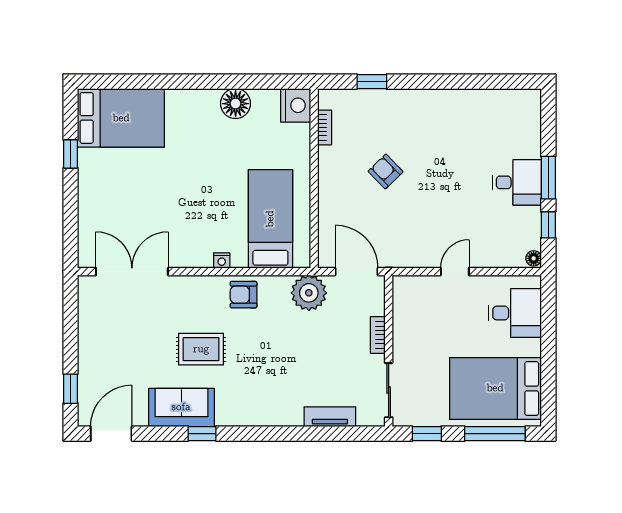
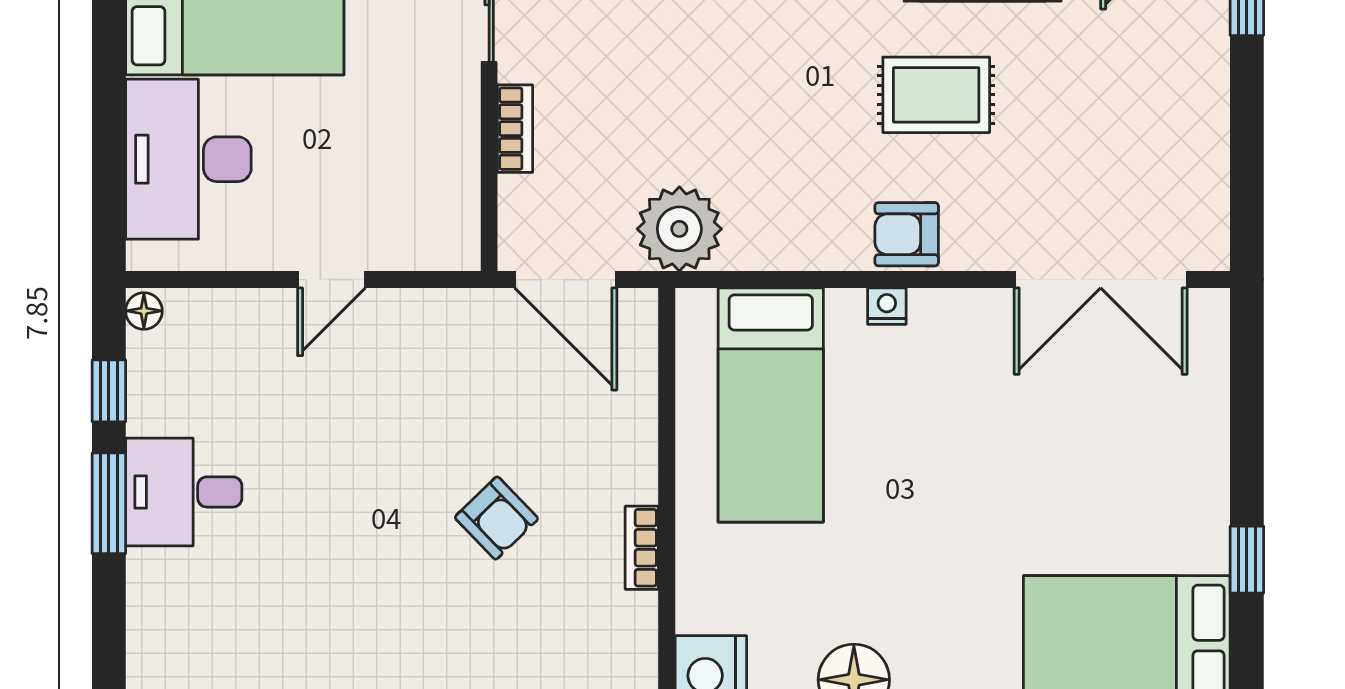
bookcase: (325, 128) -> (642, 548), moved
armchair: (244, 295) -> (907, 234), moved, turned 180
desk: (515, 313) -> (188, 159), width x1.37

